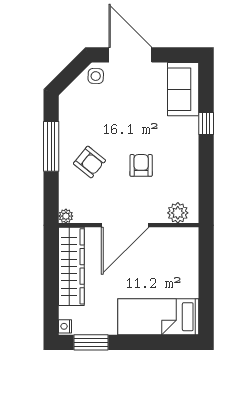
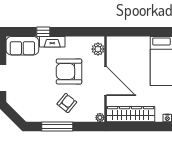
side table: (96, 76) -> (14, 99), removed
fireplace: (190, 138) -> (52, 42), added
armchair: (141, 165) -> (69, 71), width x1.88, depth x1.88

